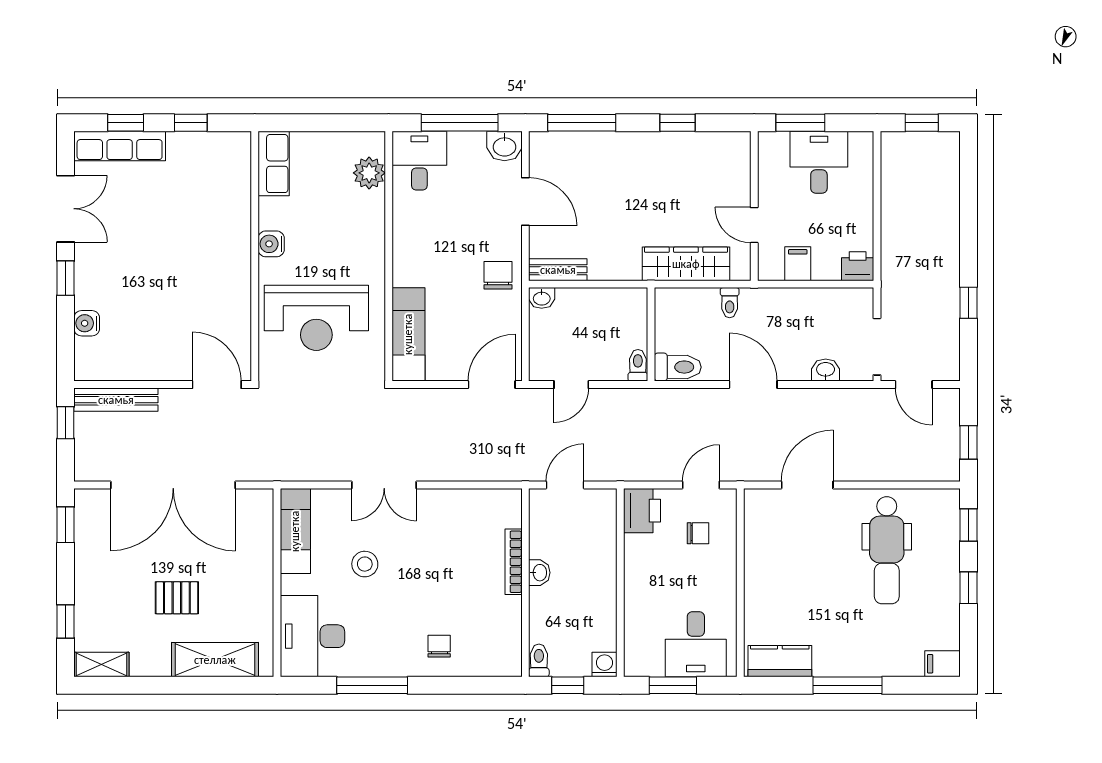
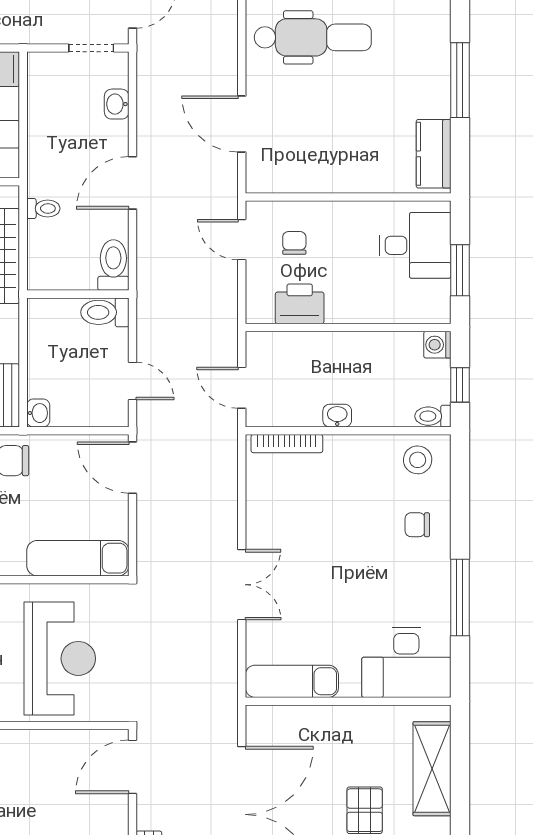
doorway: (877, 347) -> (91, 48), width x0.73
toilet: (638, 365) -> (105, 312), width x1.37, depth x1.39
printer: (642, 511) -> (300, 304), moved
bookcase: (514, 562) -> (287, 444), moved
stool: (365, 564) -> (418, 460), moved

